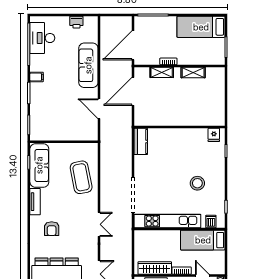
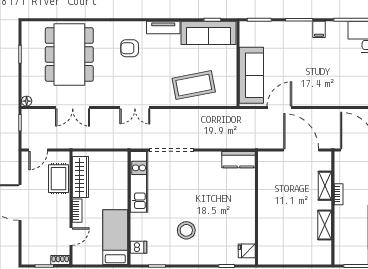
sofa: (88, 65) -> (251, 75), moved, turned 90
kitchen unit: (167, 221) -> (139, 182), width x0.73

